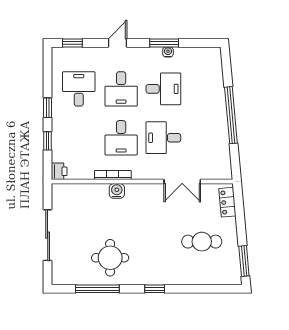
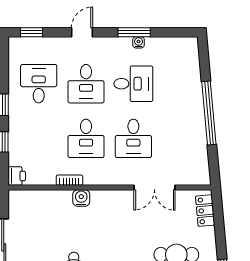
desk: (163, 138) -> (133, 138), turned -90
bookcase: (113, 175) -> (69, 180), width x0.64

